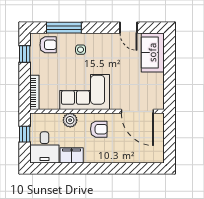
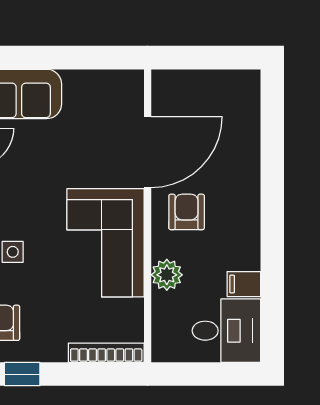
door: (137, 111) -> (148, 152), moved
window: (25, 134) -> (197, 374), removed
filing cabinet: (72, 155) -> (244, 284), width x0.50

